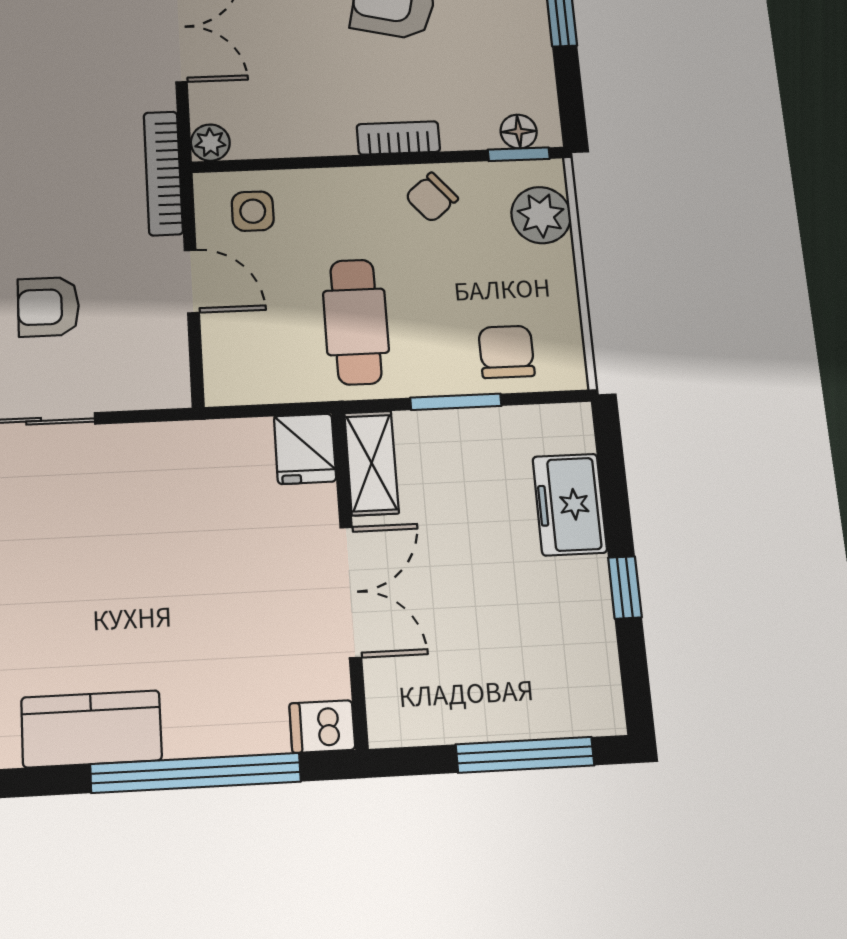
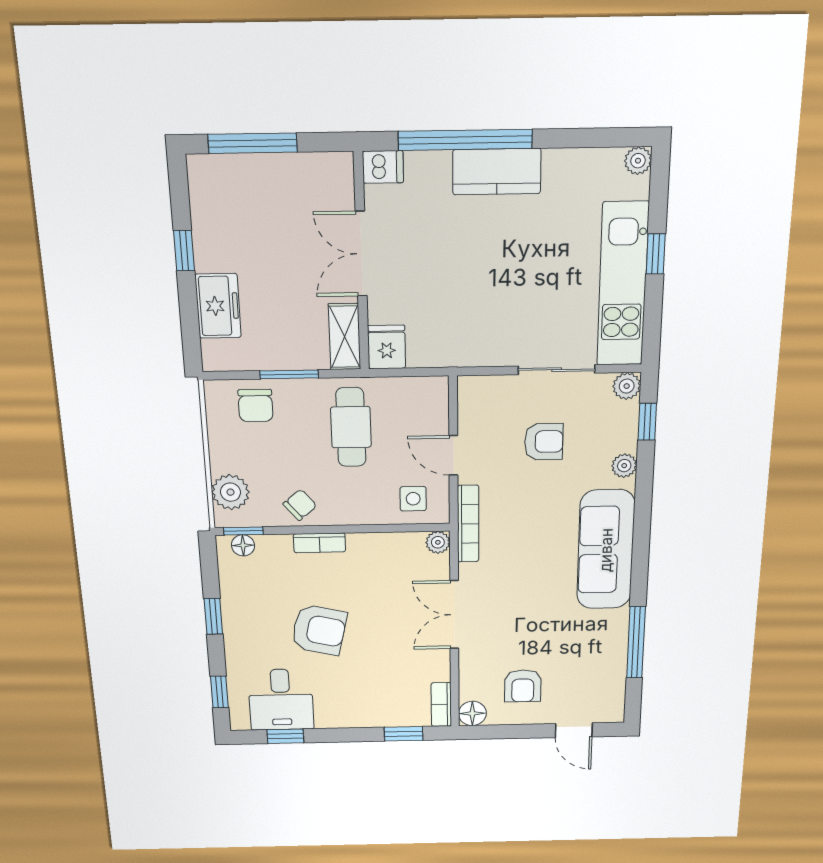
kitchen counter: (91, 729) -> (497, 172), moved

